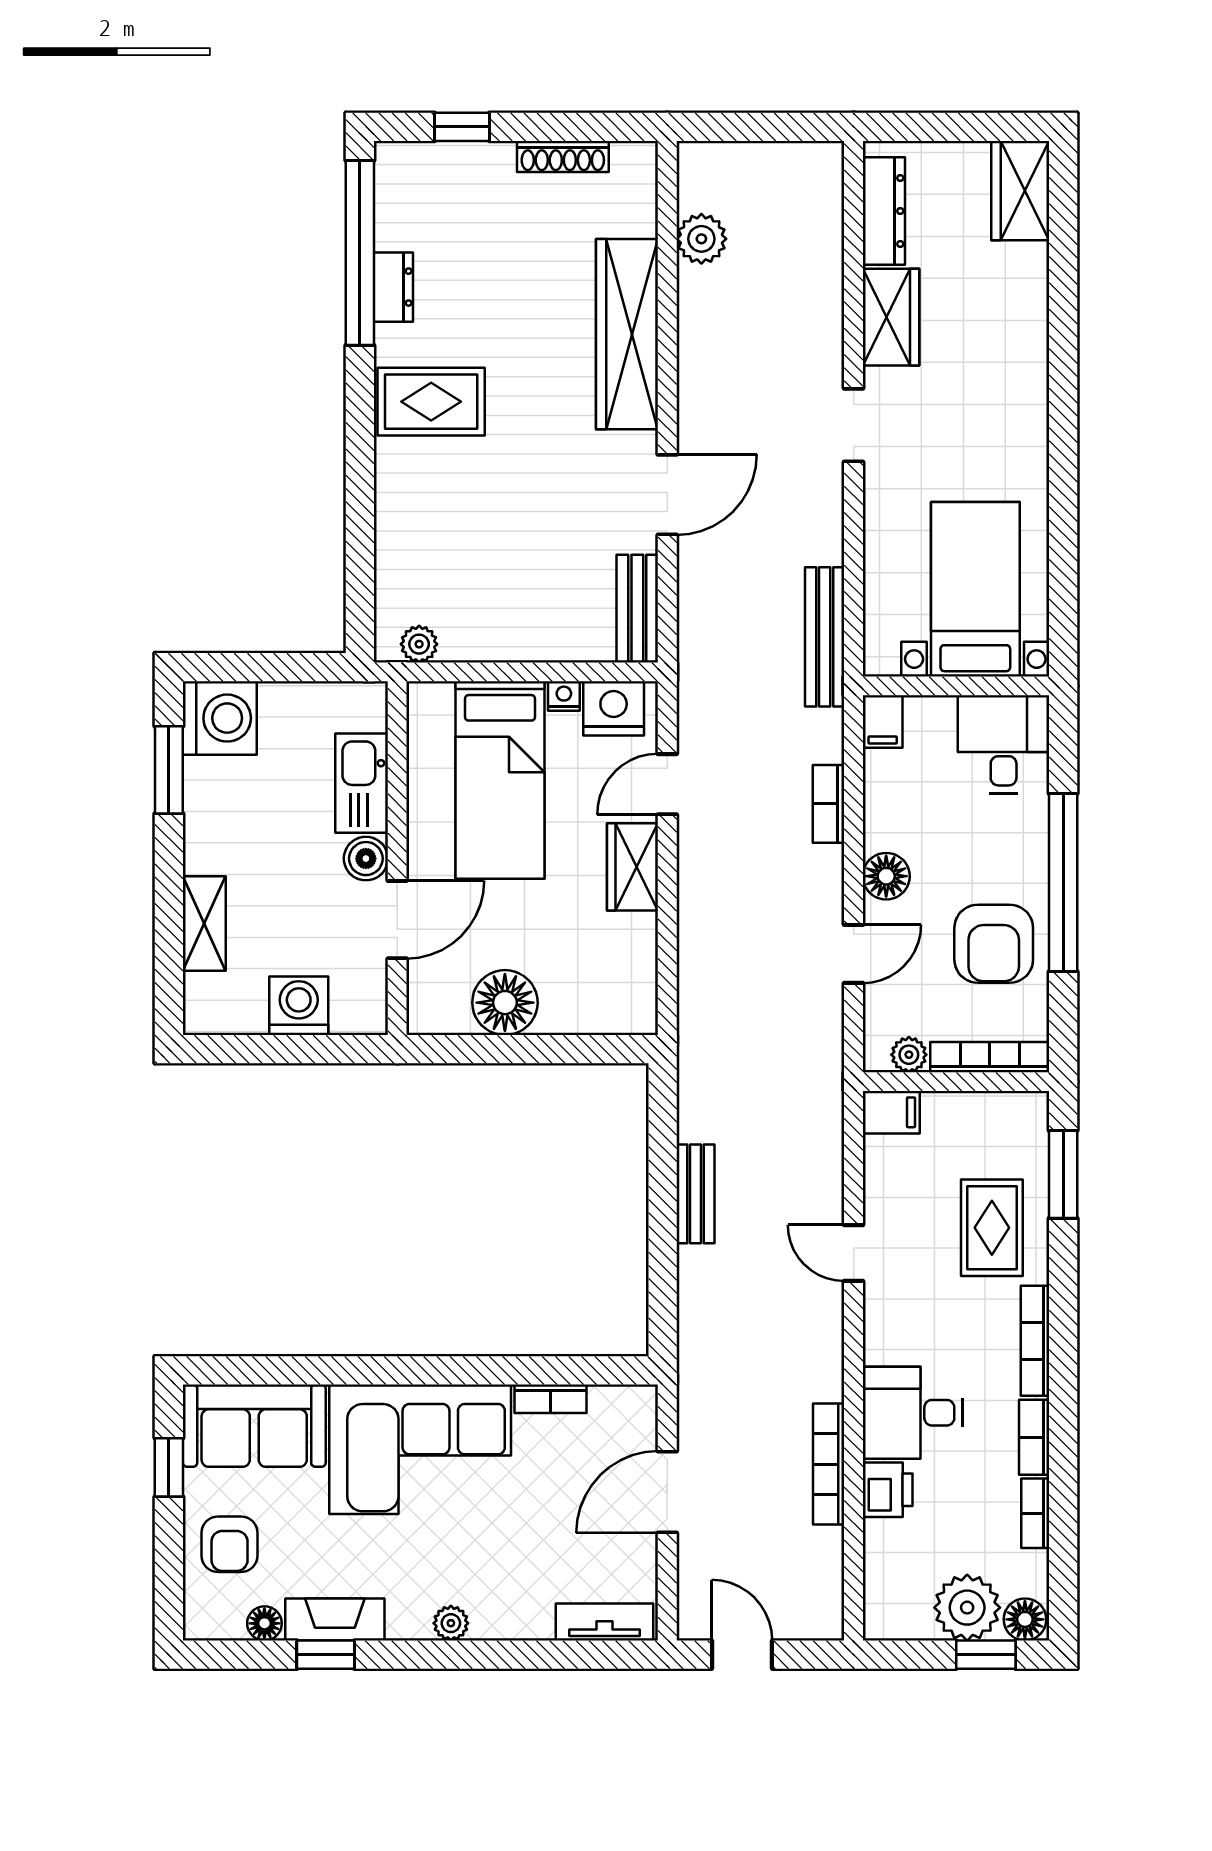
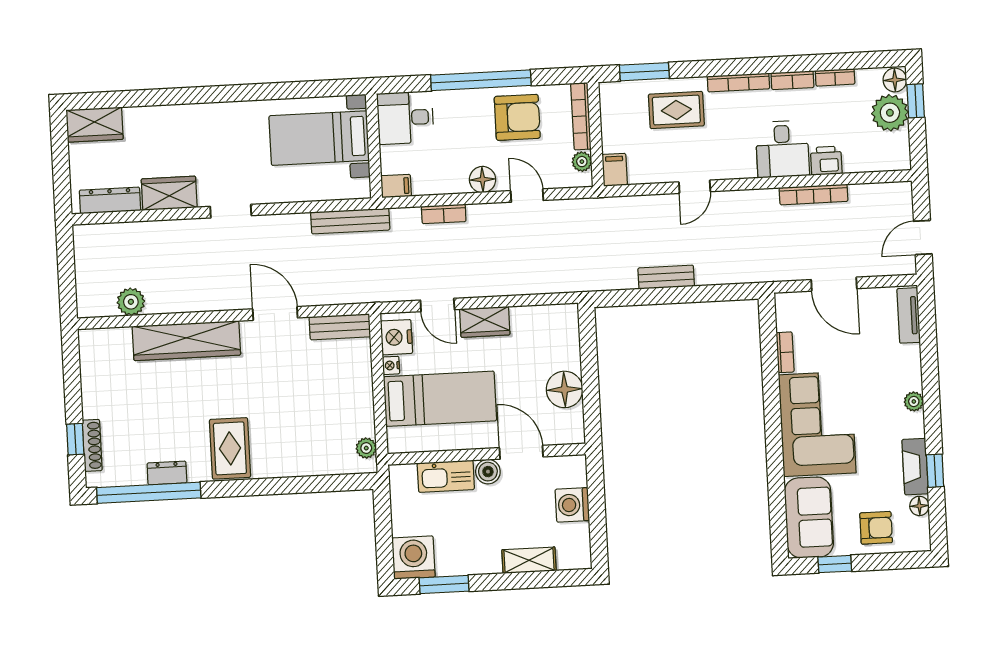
shoe rack: (563, 156) -> (92, 445), moved

